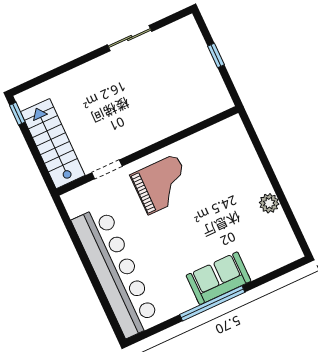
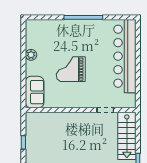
grand piano: (162, 184) -> (71, 69), moved
sofa: (219, 278) -> (35, 92), moved, turned -90

